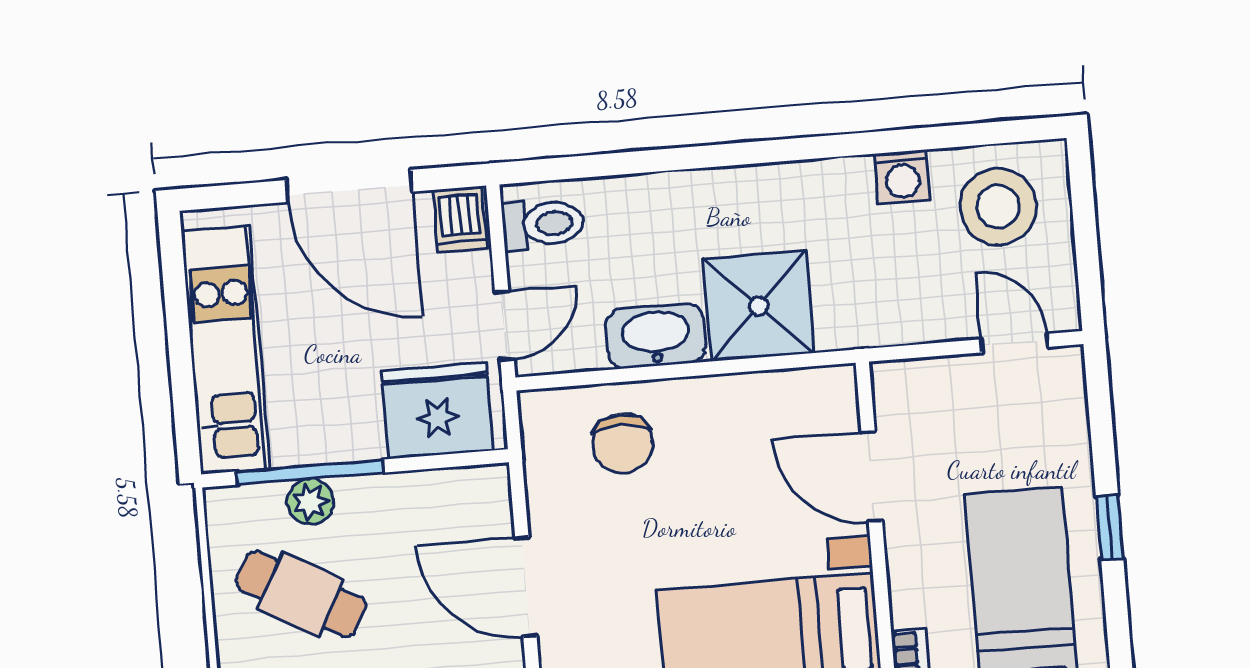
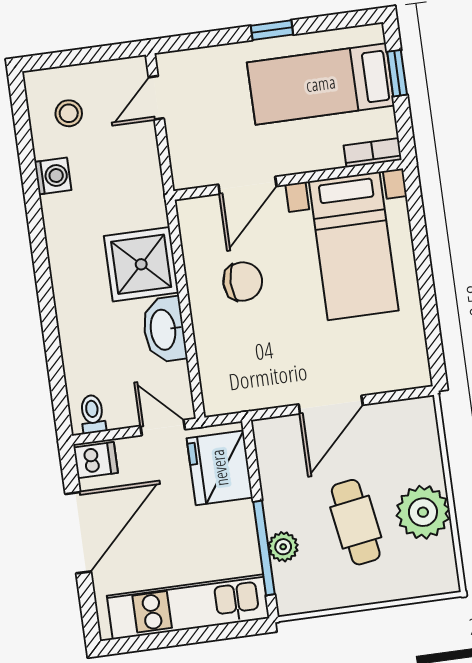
stool: (998, 207) -> (69, 113), width x0.53, depth x0.53
toilet: (543, 224) -> (93, 414), width x0.73, depth x0.72
chair: (622, 443) -> (243, 282), moved
cafe table: (301, 594) -> (356, 522), moved, turned -38

